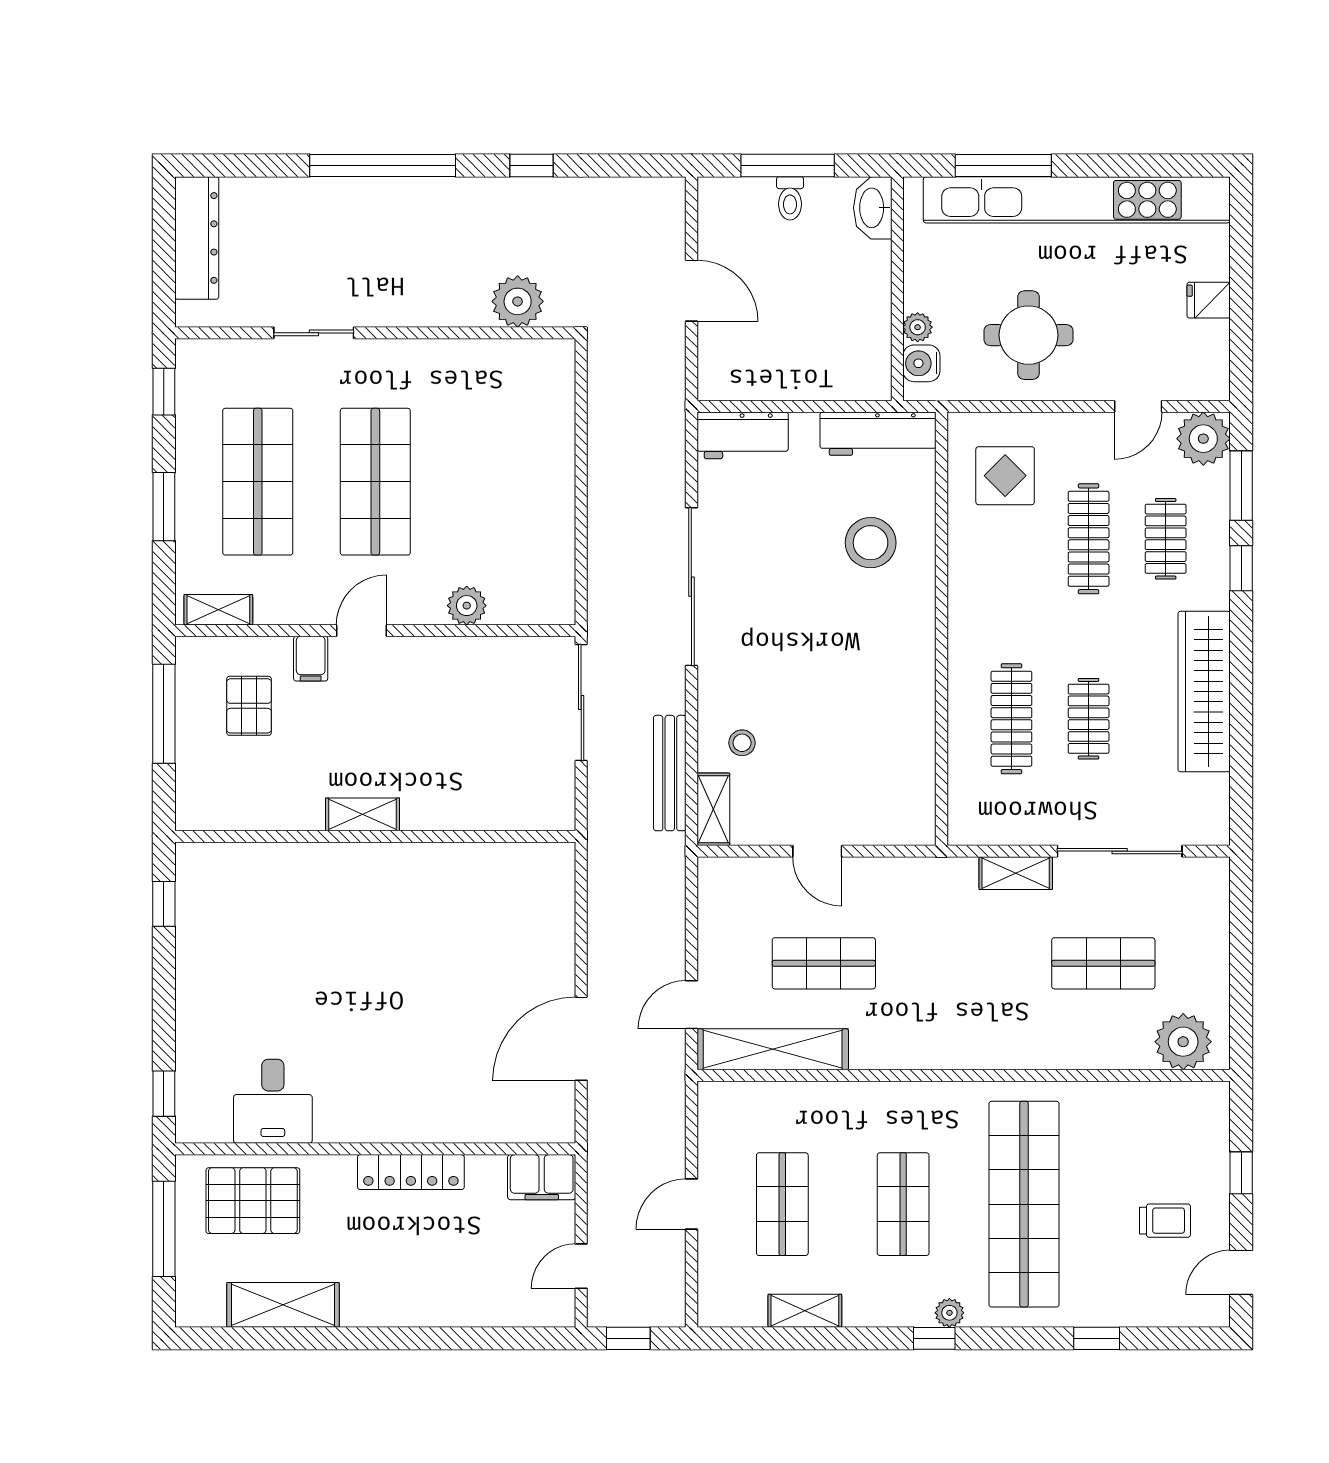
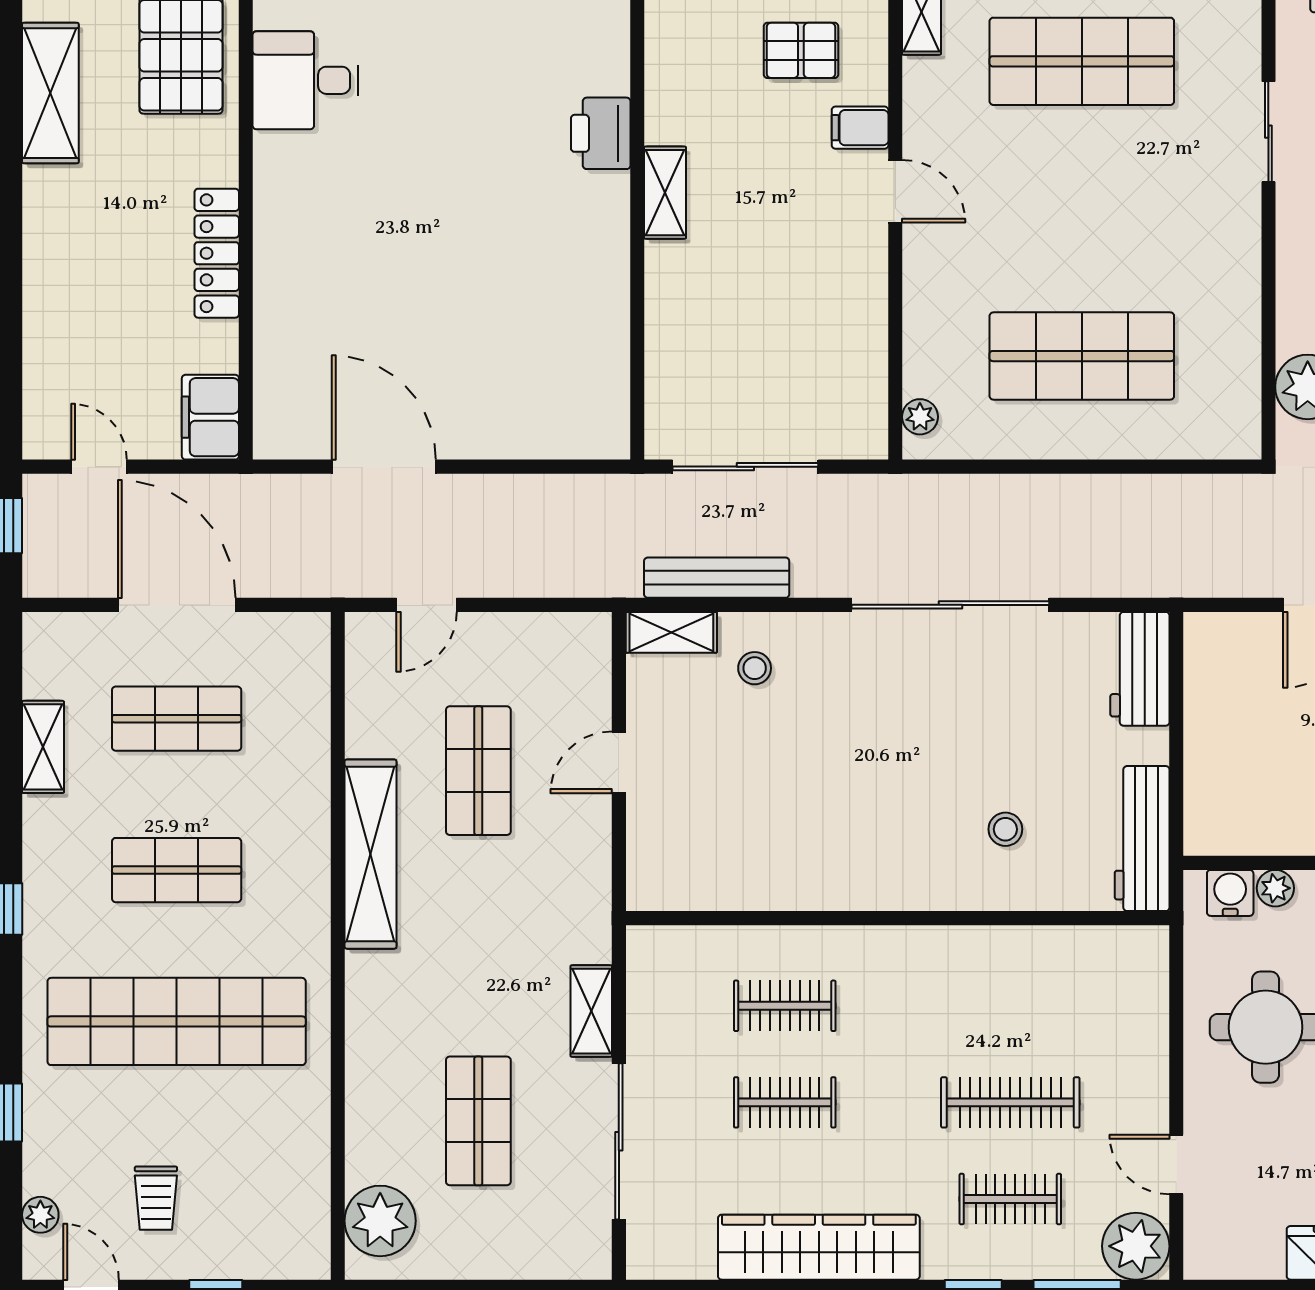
display table: (1005, 476) -> (1089, 998), removed
shop shelf: (375, 482) -> (1082, 356), moved
stool: (871, 543) -> (1005, 829), width x0.53, depth x0.53
plant: (467, 606) -> (920, 417), moved, width x0.73, depth x0.73
sliding door: (581, 702) -> (745, 467), moved
clothes rail: (1011, 719) -> (785, 1006), width x0.73
printer: (315, 866) -> (601, 133), added
door: (691, 1005) -> (427, 605), swing flipped
shelving: (773, 1049) -> (371, 854), moved
door: (691, 1204) -> (177, 605), width x1.87
plant: (949, 1313) -> (40, 1215), moved

